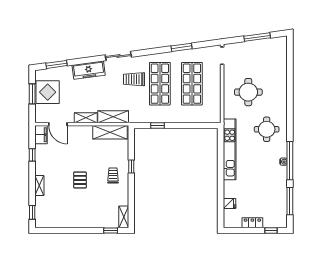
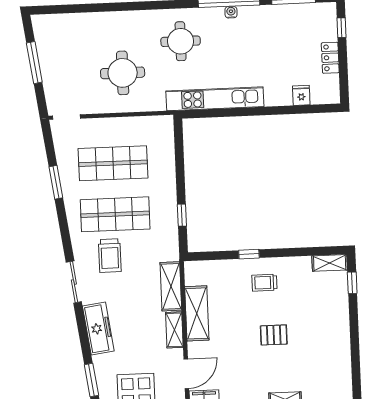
shelving: (110, 132) -> (197, 313), moved

